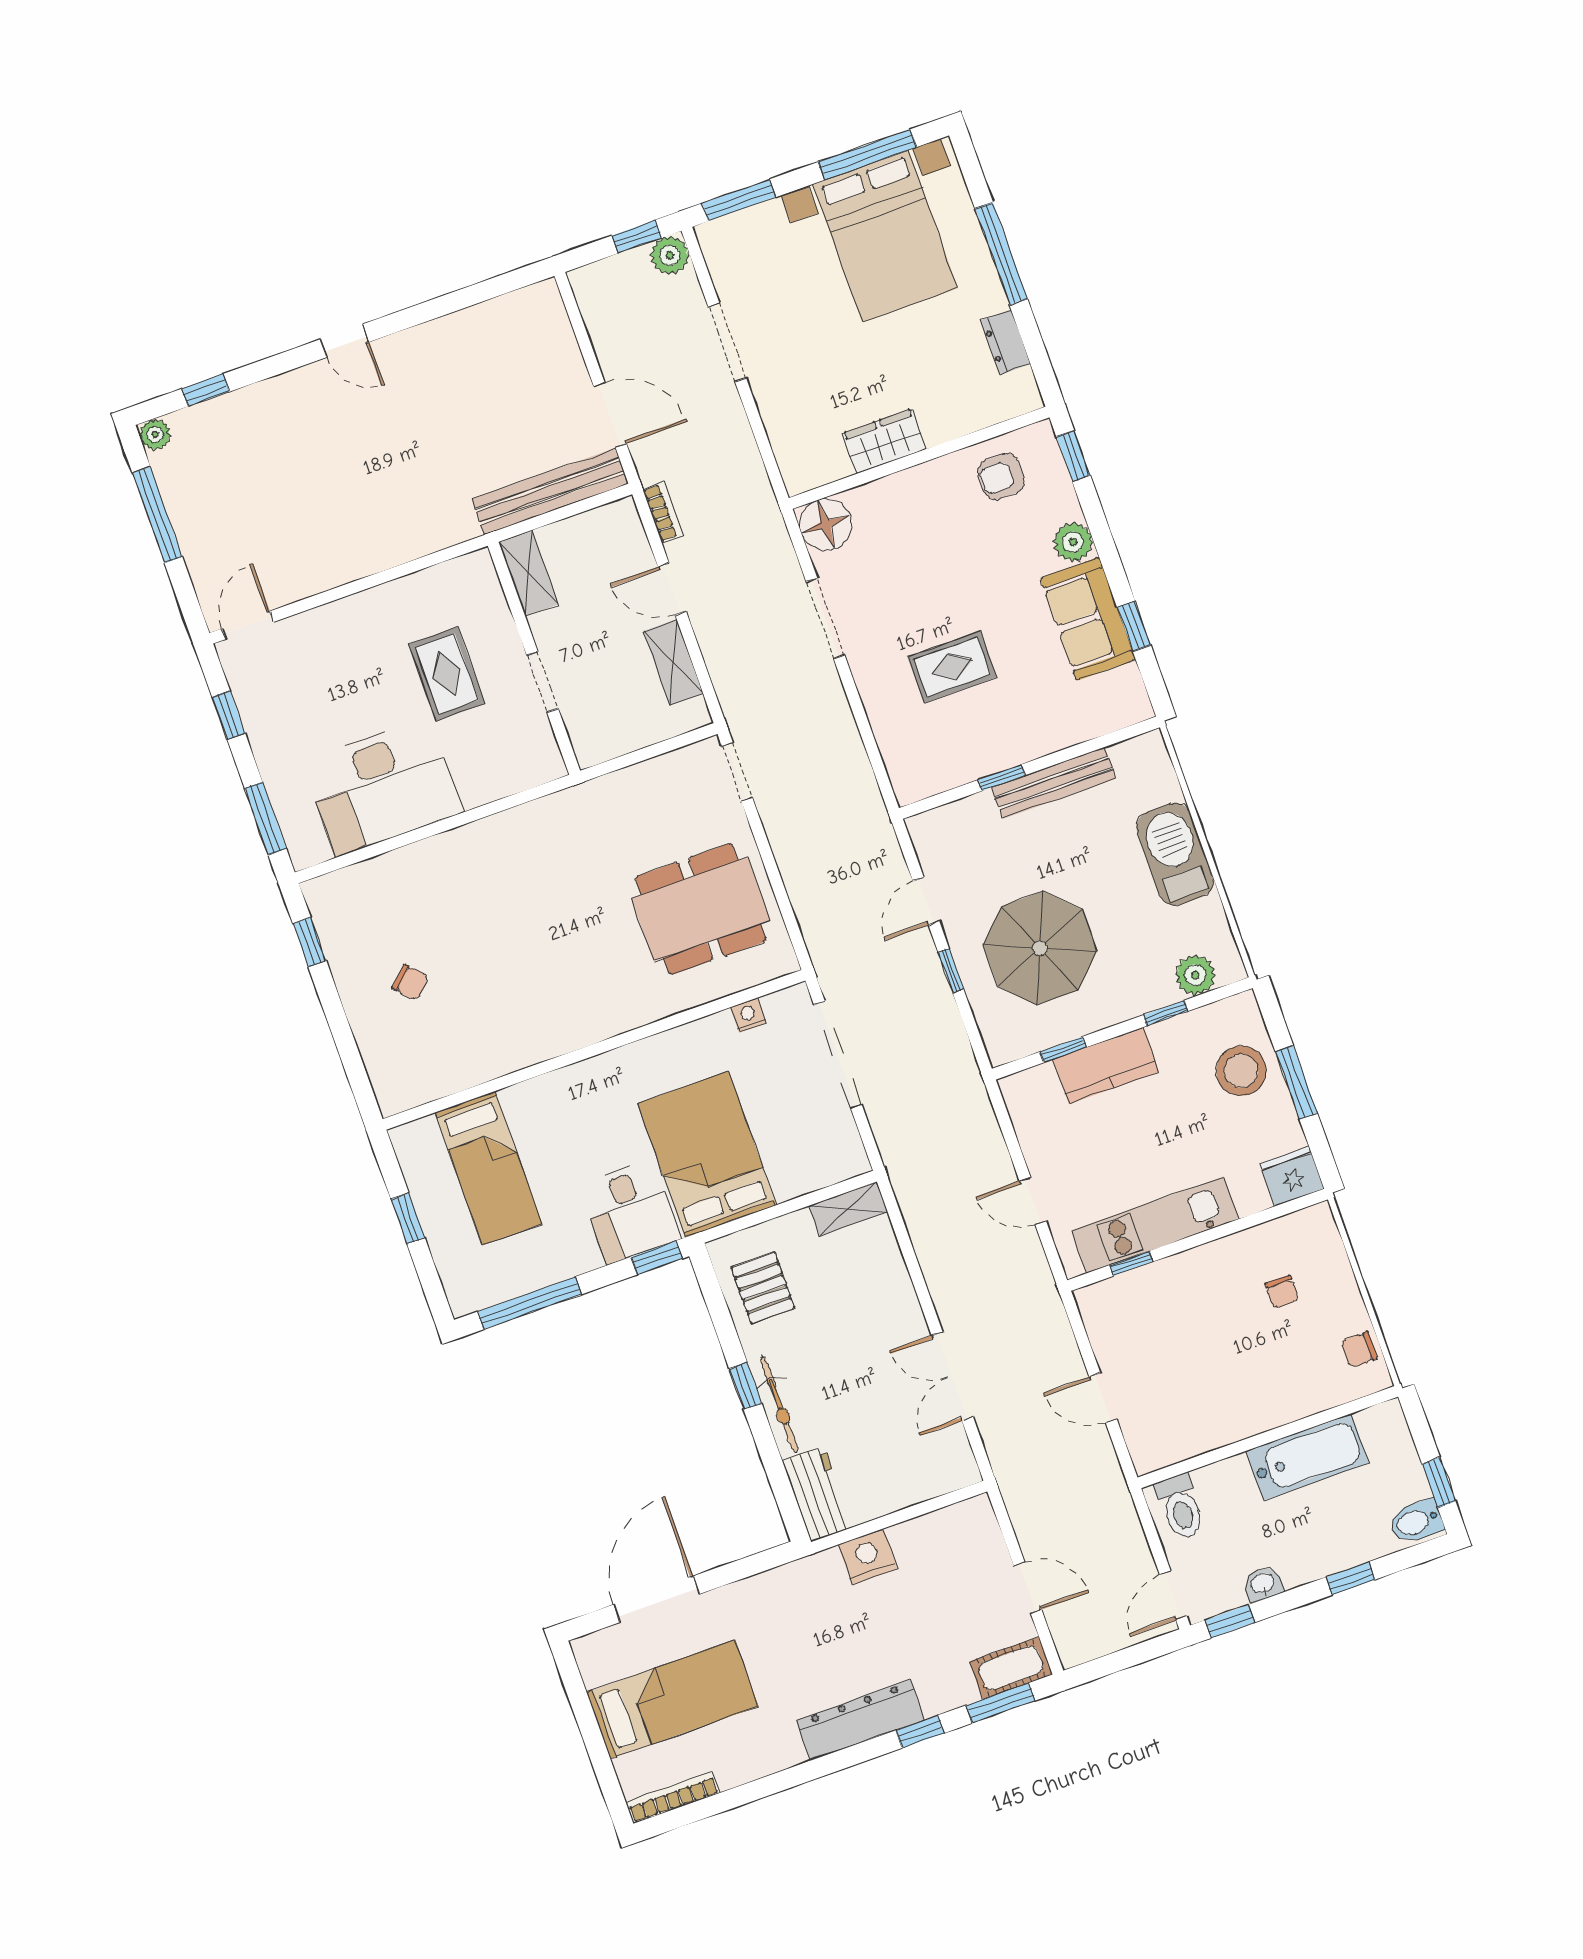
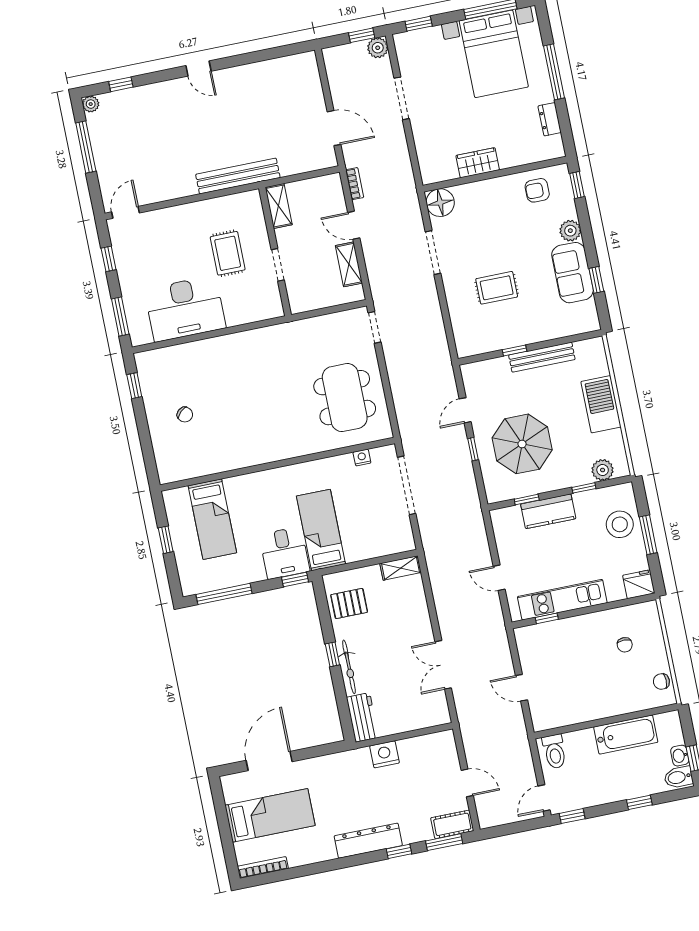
window: (739, 200) -> (419, 24), width x0.67
bench: (550, 491) -> (238, 176), moved
dining table: (701, 909) -> (345, 398), turned 90
bed: (707, 1154) -> (321, 530), width x0.67
pallet: (763, 1288) -> (349, 603), turned 90
washbasin: (1263, 1584) -> (680, 756), moved, turned -90

